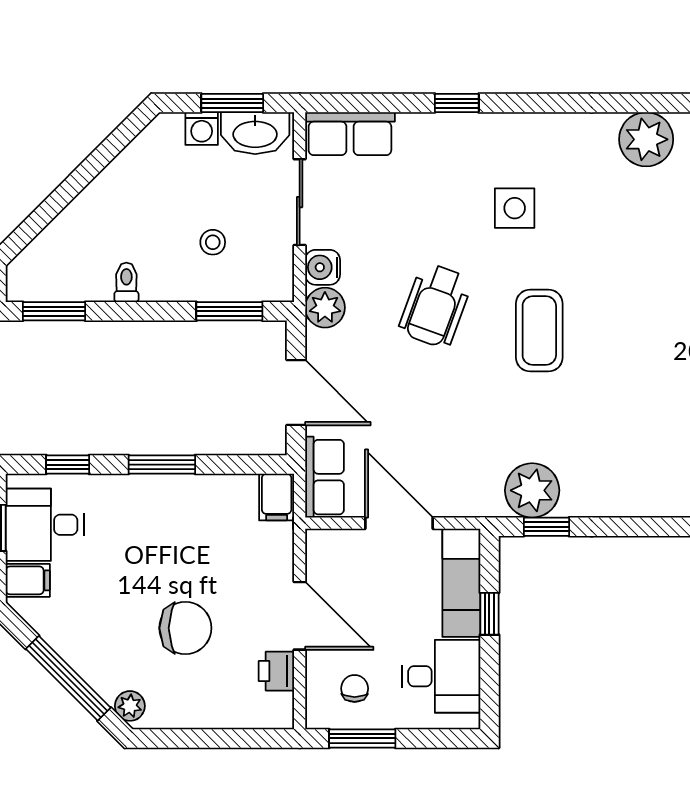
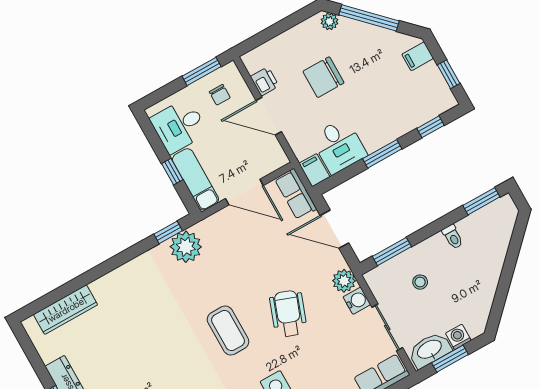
desk: (45, 525) -> (339, 146), moved, turned 90

